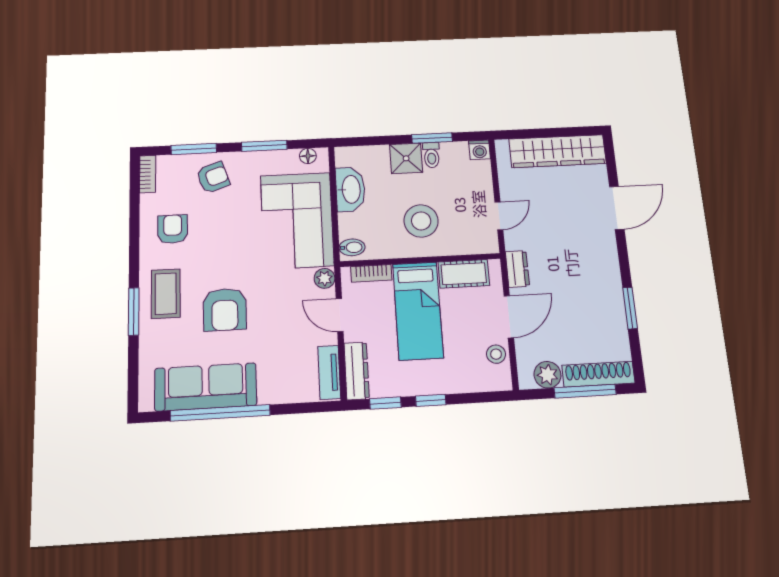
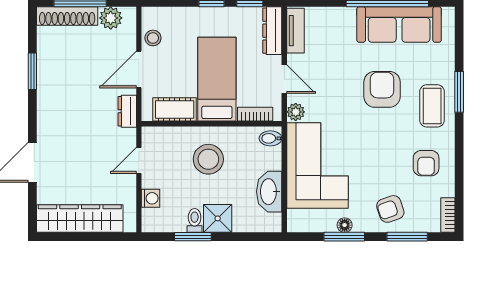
washing machine: (480, 150) -> (151, 198), moved, turned 90
floor lamp: (308, 156) -> (345, 225), moved

